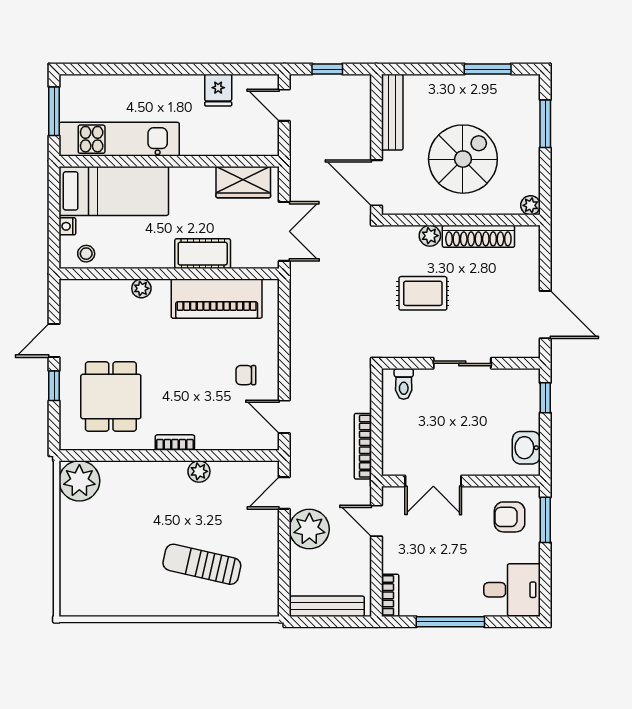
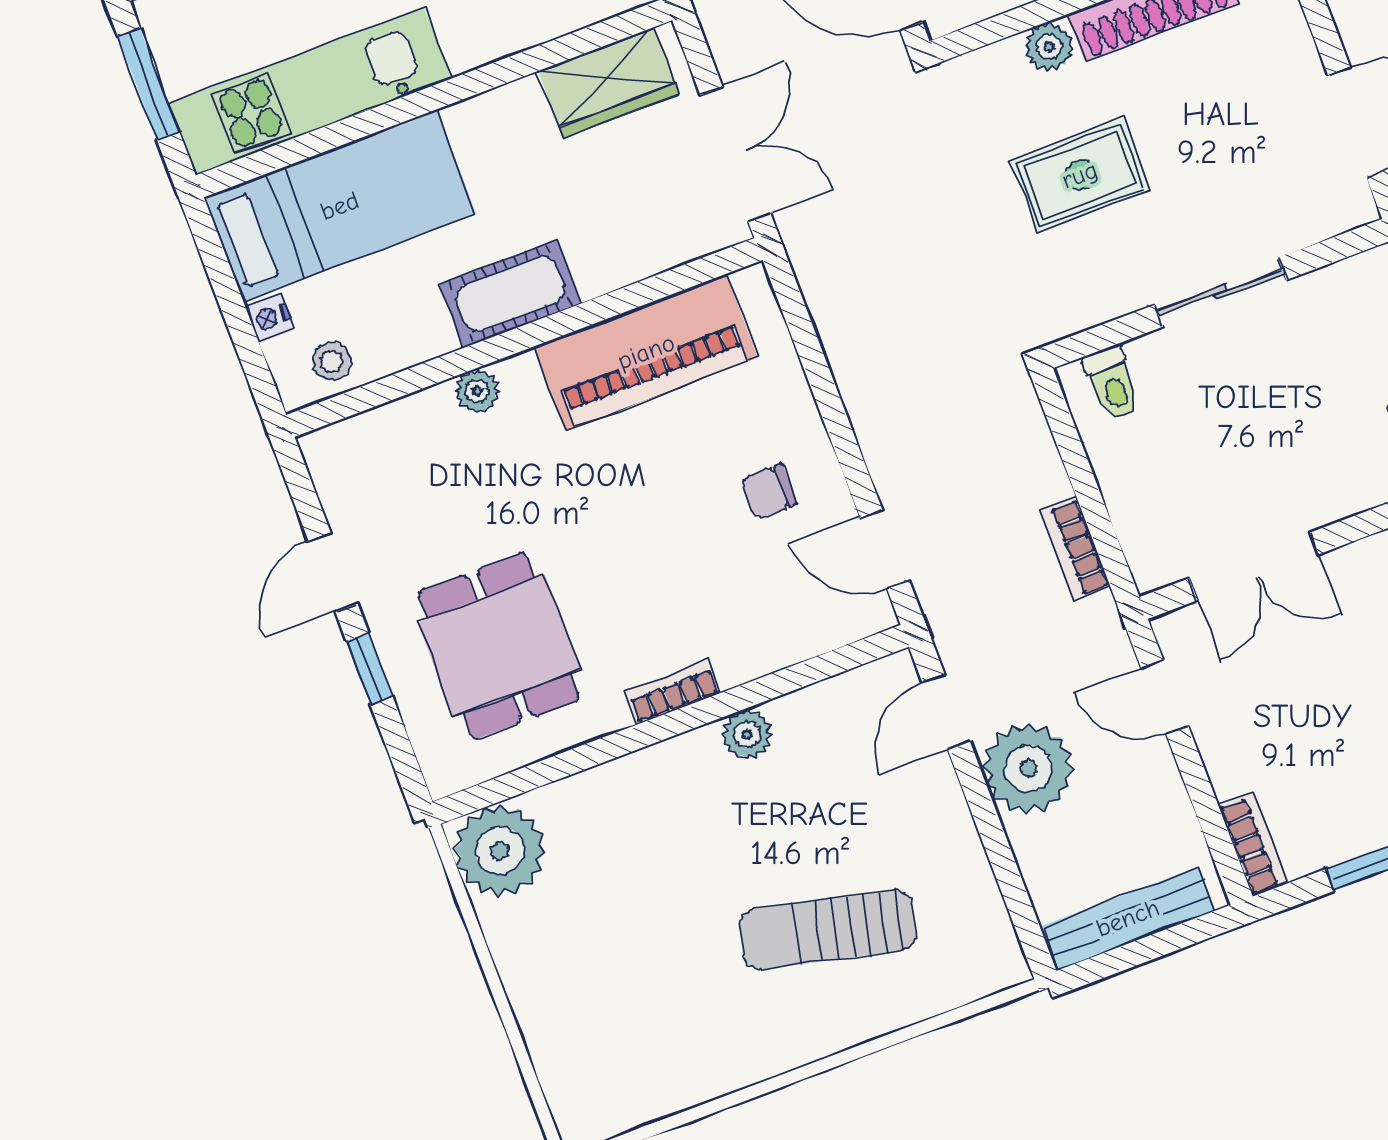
cot: (203, 254) -> (510, 294), moved
bookcase: (363, 446) -> (1076, 549), width x0.64

